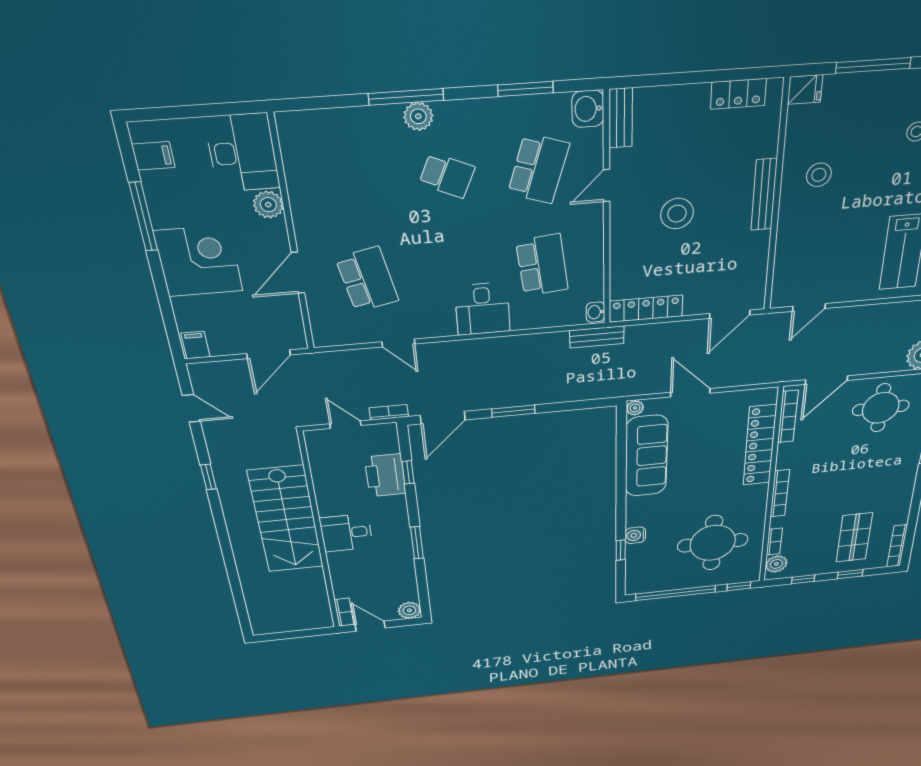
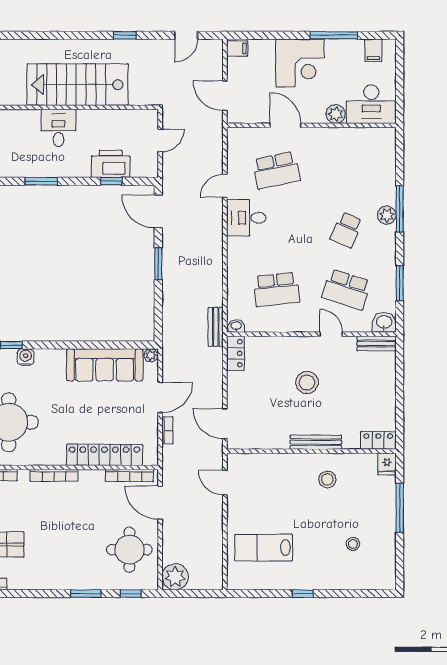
locker: (738, 94) -> (378, 441), moved, turned 90
desk: (482, 309) -> (246, 218), moved
locker: (646, 309) -> (235, 353), width x0.66
bookcase: (389, 412) -> (167, 430), moved

